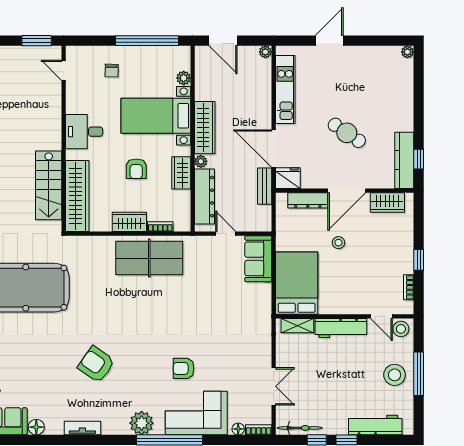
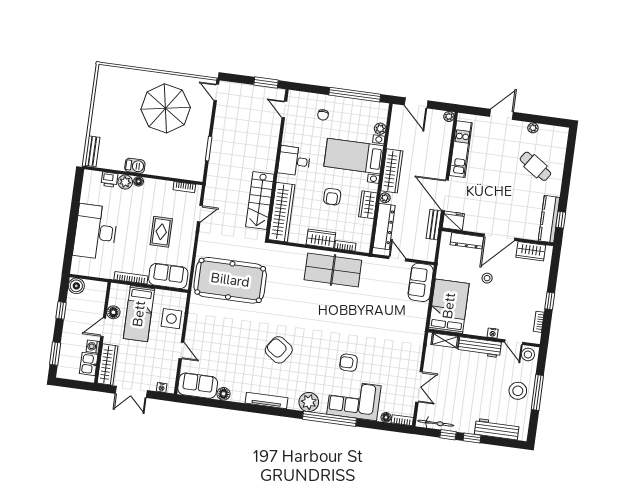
plant: (407, 52) -> (533, 128), moved
cafe table: (347, 133) -> (535, 166), moved
nightstand: (354, 309) -> (493, 333), added
tv unit: (82, 428) -> (267, 400), width x1.41

